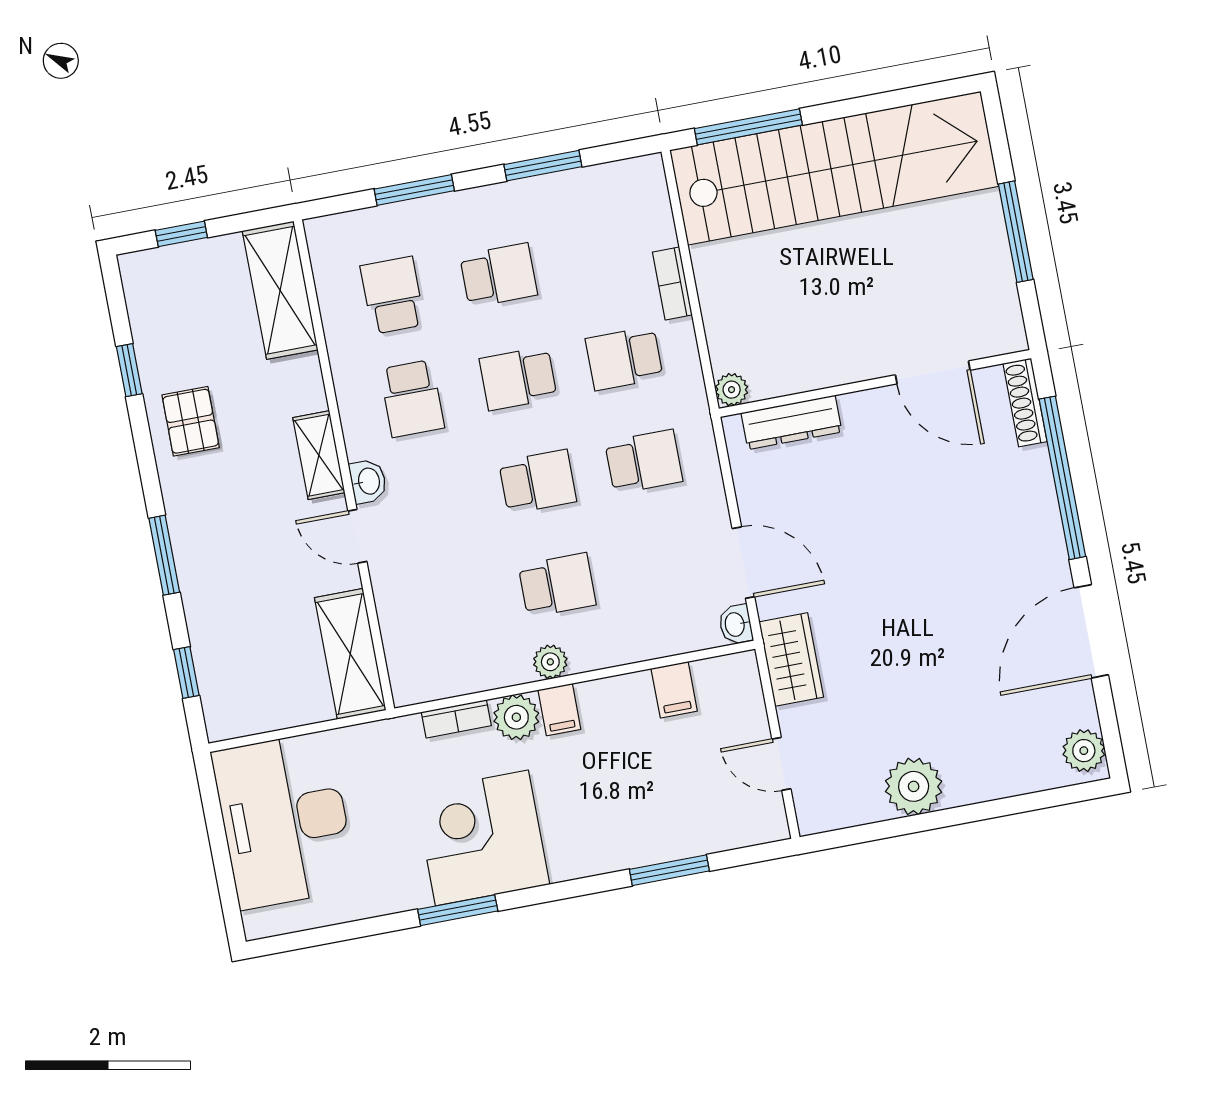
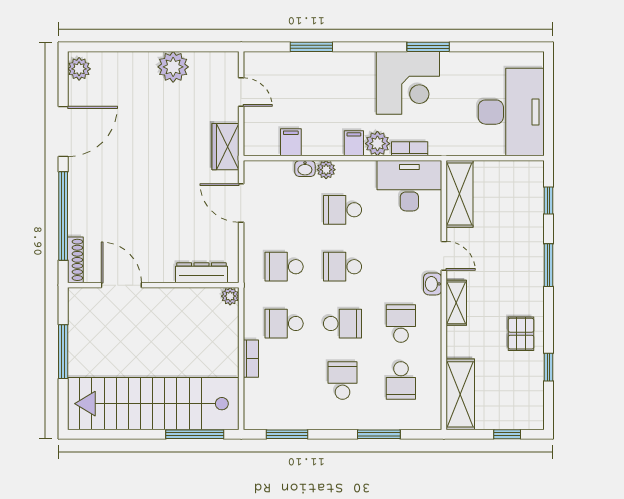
window: (543, 166) -> (287, 434), moved
school desk: (499, 275) -> (343, 380), turned 90
school desk: (624, 358) -> (284, 324), turned 180
washbasin: (736, 624) -> (305, 169), moved, turned 90
desk: (444, 652) -> (409, 186), added
plant: (550, 662) -> (326, 170), moved

